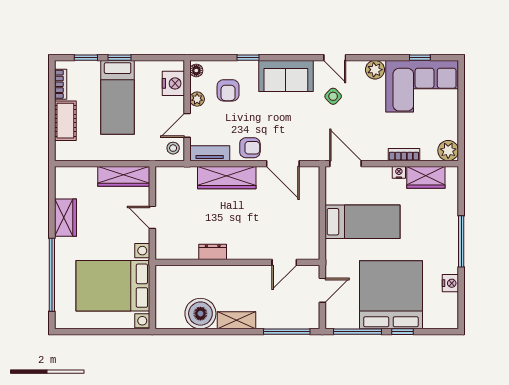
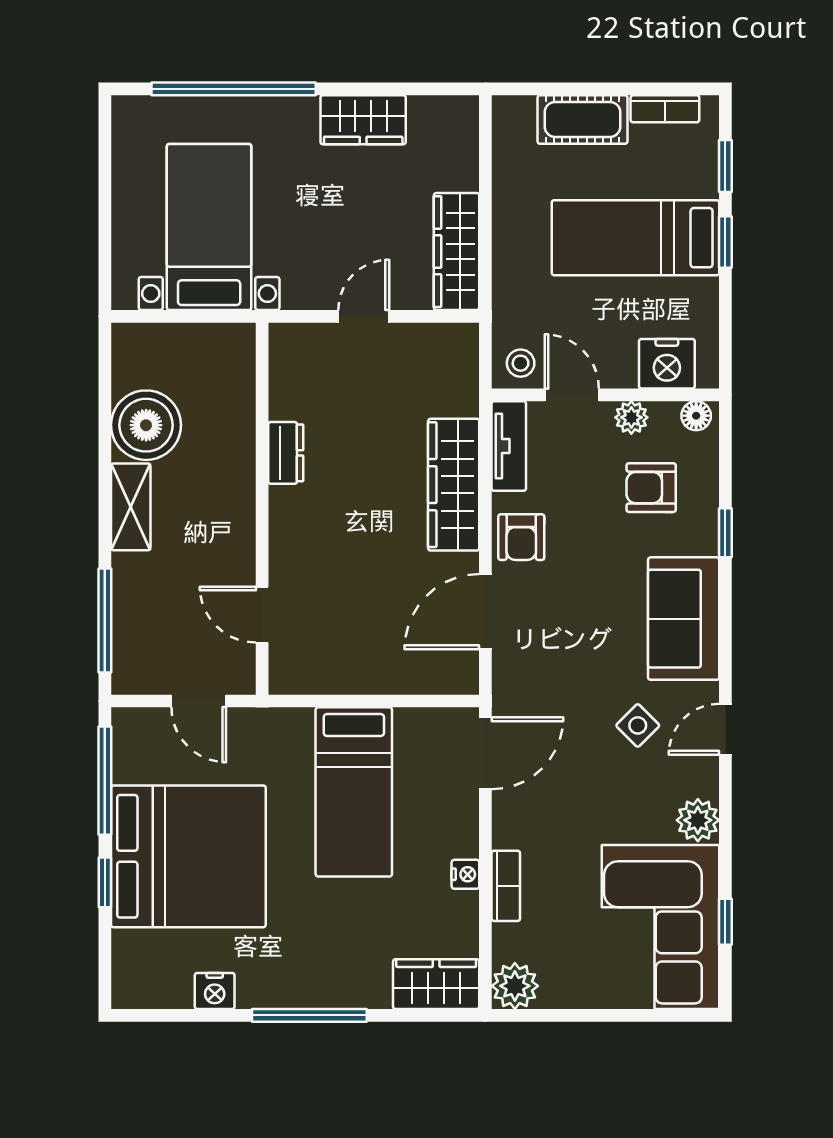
wardrobe: (426, 177) -> (436, 984), moved, turned 90
bed with nightstands: (113, 286) -> (209, 227), width x0.73

